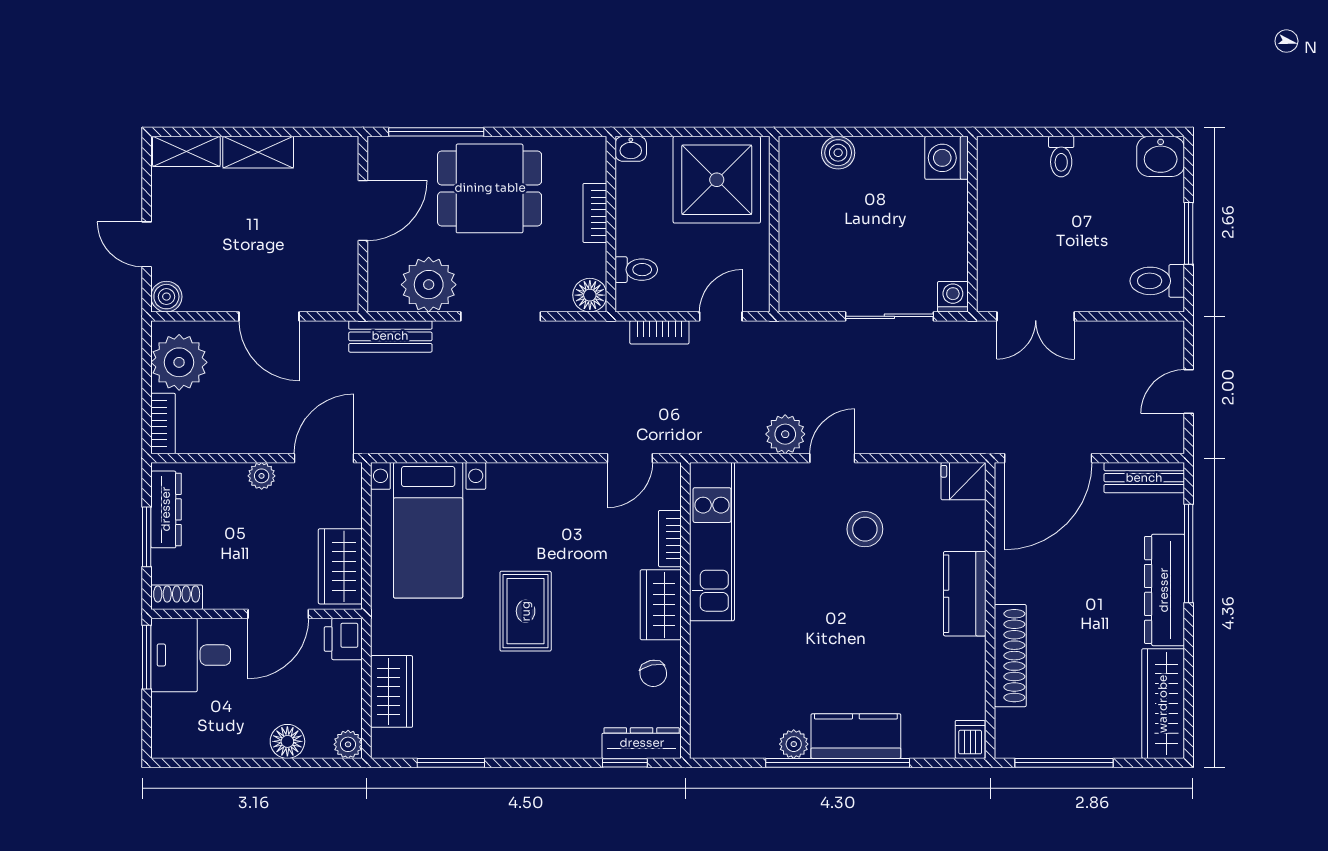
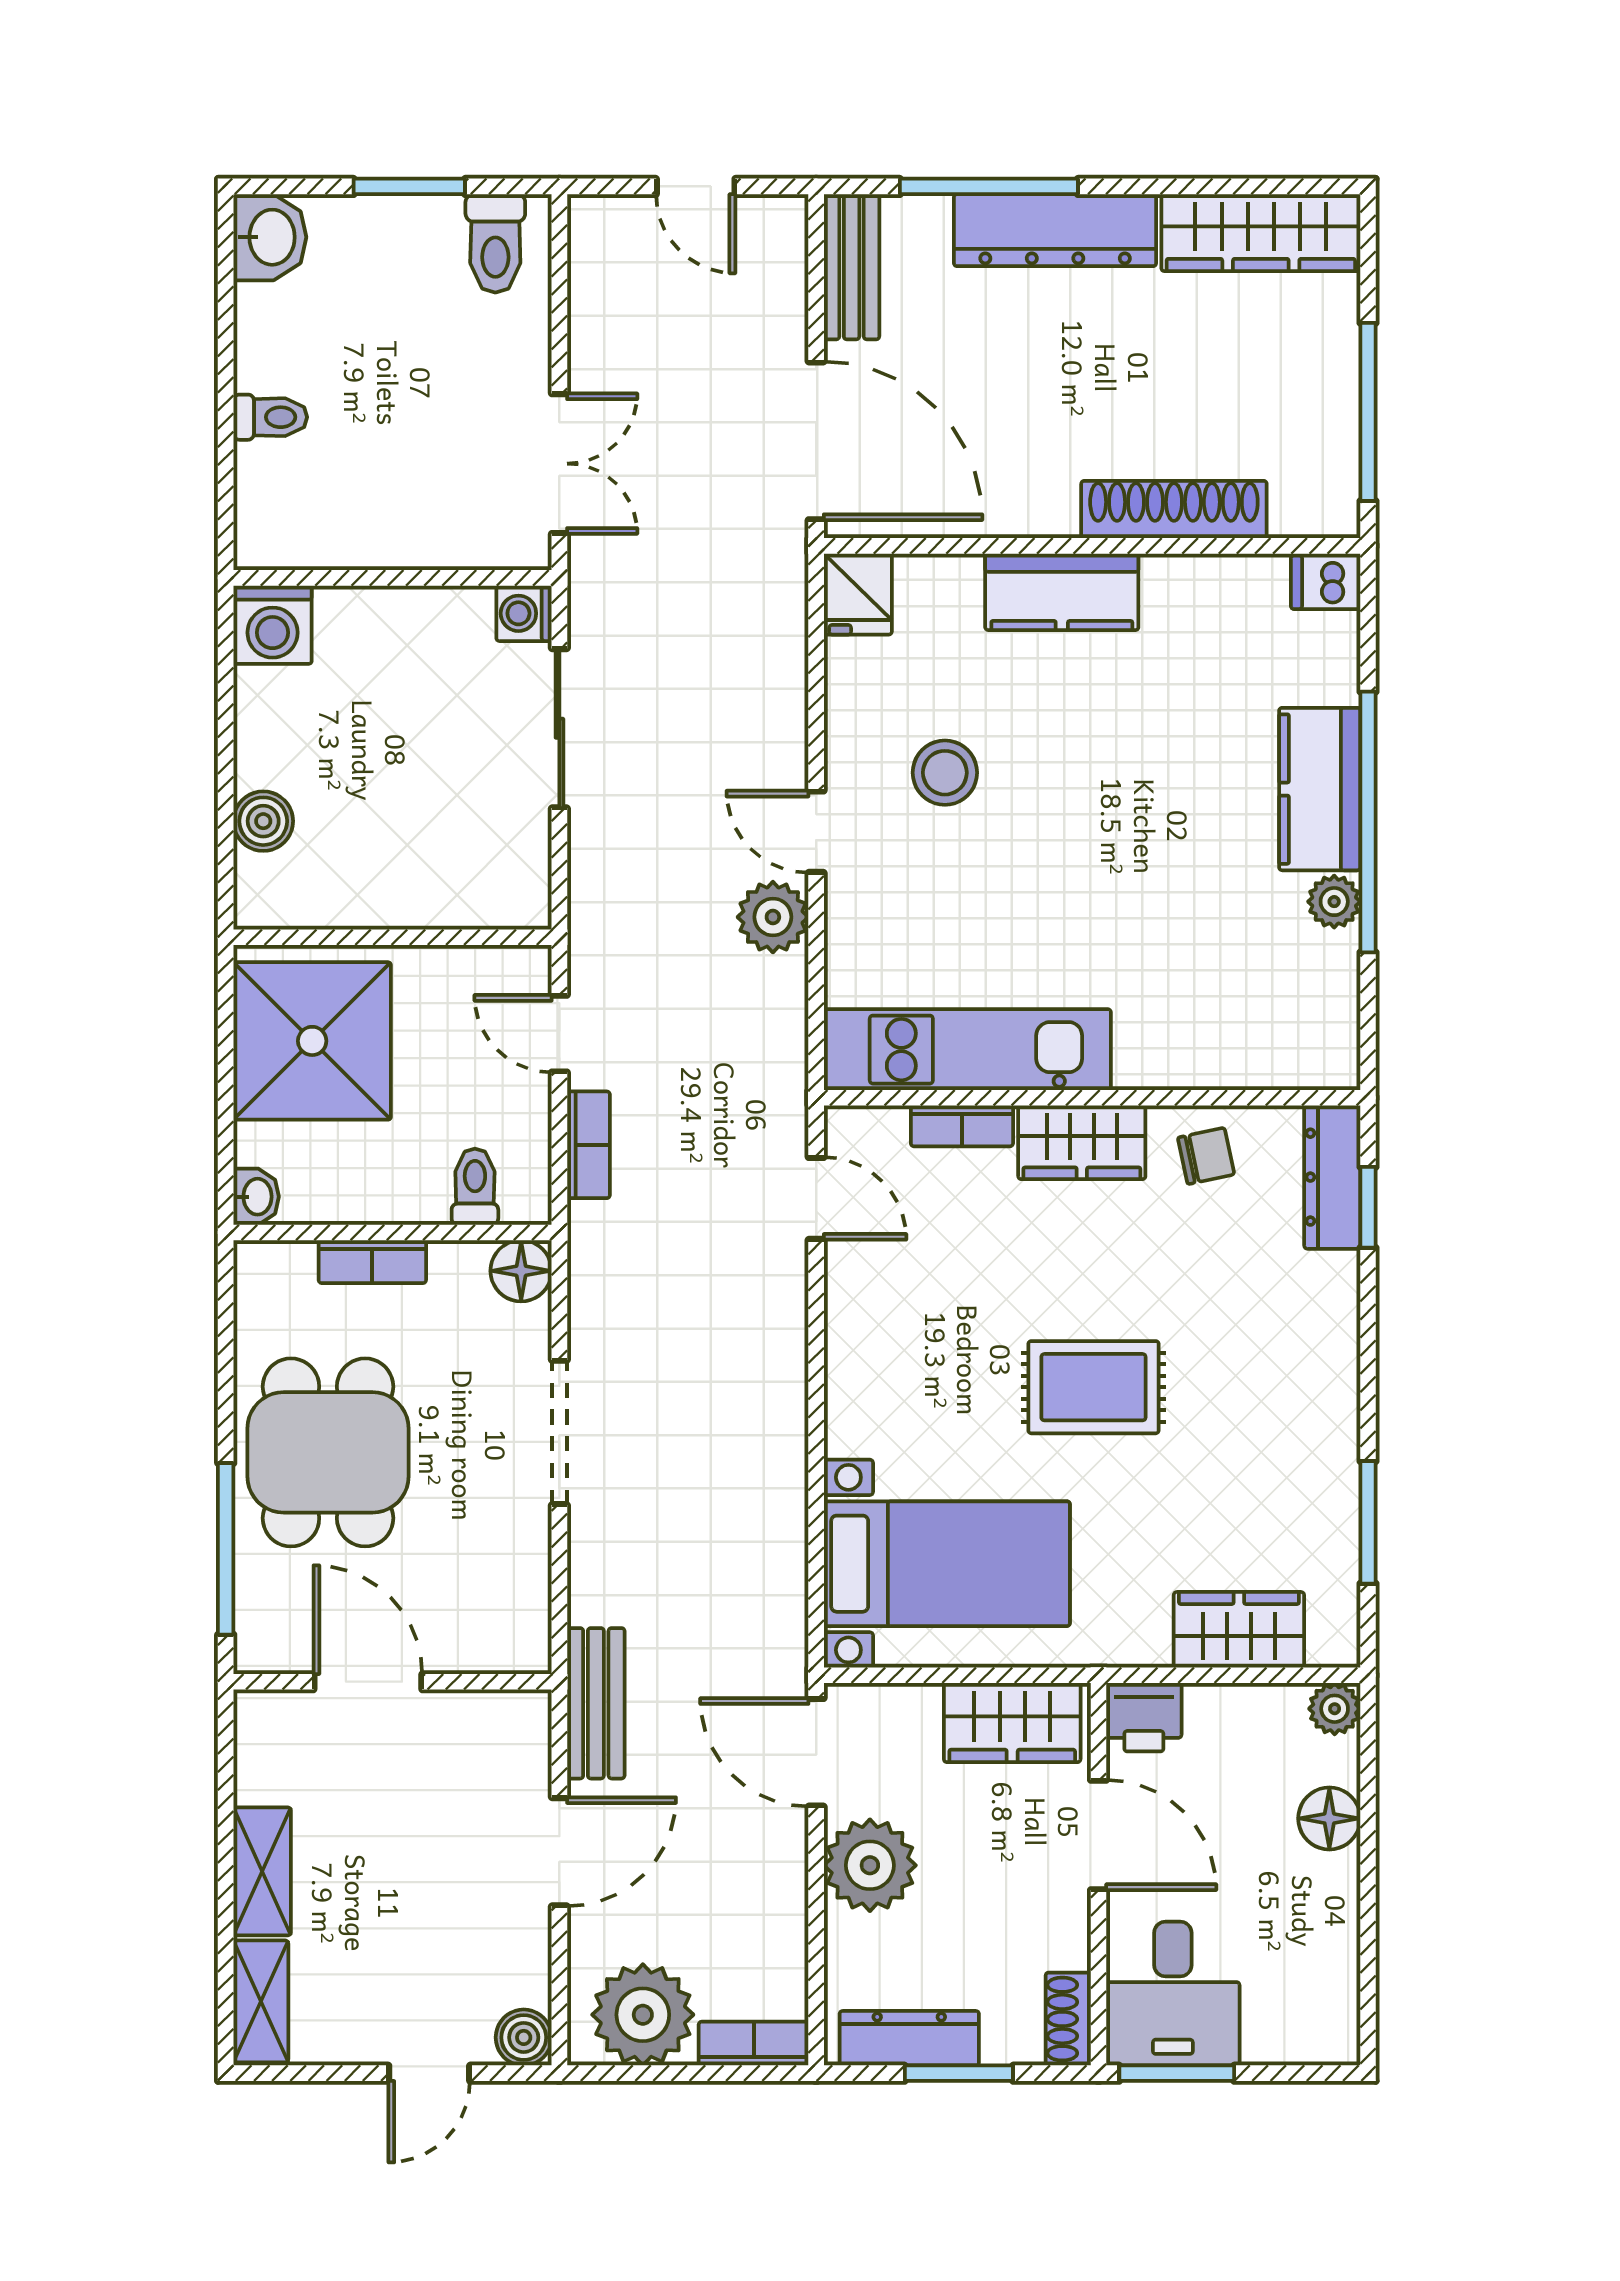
plant: (429, 285) -> (502, 1563), removed
bench: (390, 336) -> (596, 1703), moved
plant: (262, 476) -> (870, 1865), width x1.88, depth x1.88

